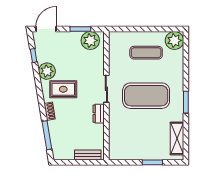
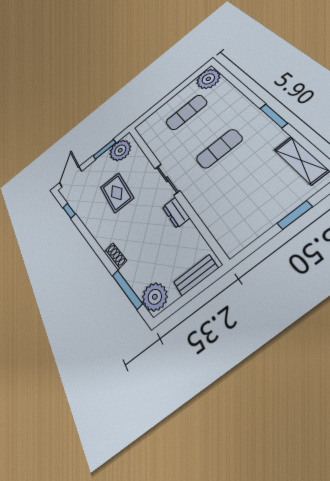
plant: (47, 71) -> (155, 297), moved
rug: (63, 89) -> (117, 193), moved, turned 90
exercise mat: (146, 96) -> (219, 149), width x0.50, depth x0.69

